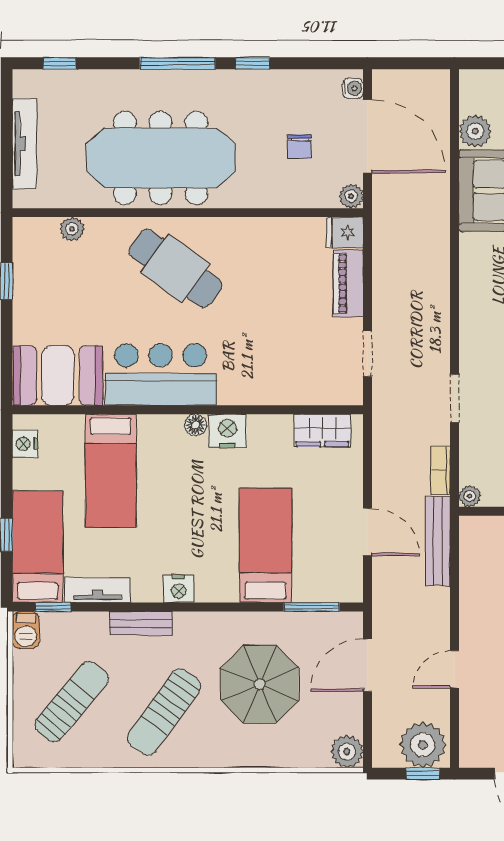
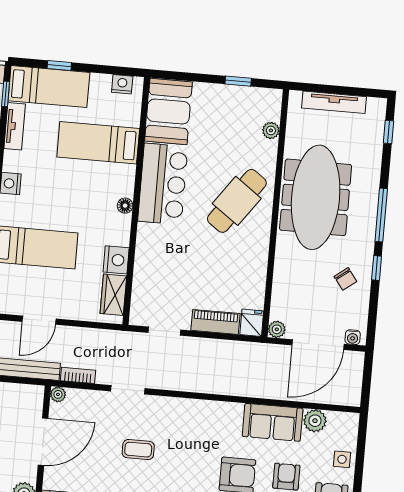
chair: (300, 147) -> (345, 279), moved, turned -127
nightstand: (228, 431) -> (116, 260), moved

